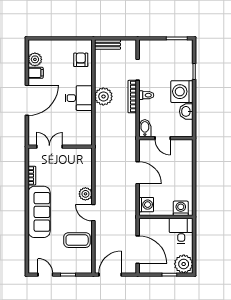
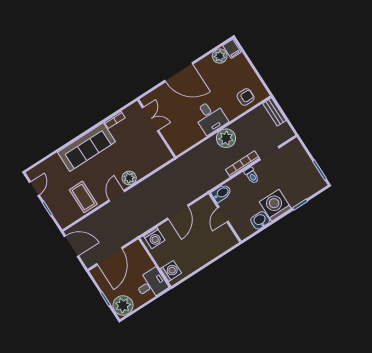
filing cabinet: (36, 73) -> (232, 49), moved

